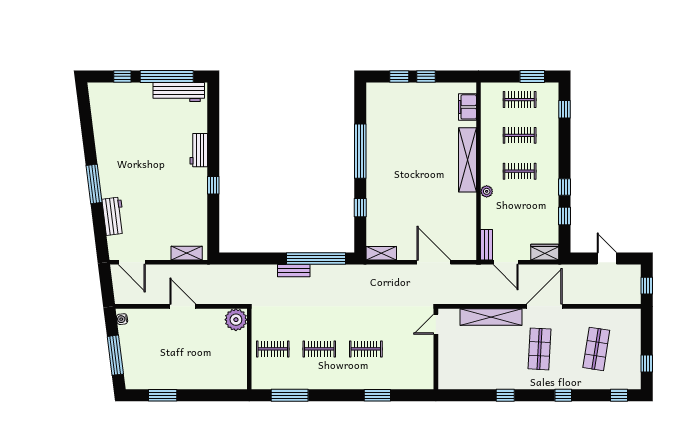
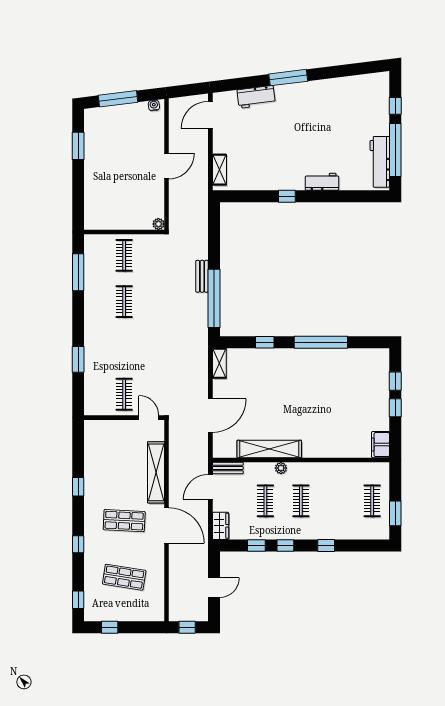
filing cabinet: (467, 107) -> (381, 445), moved, turned -90
window: (564, 109) -> (326, 545), moved
clothes rail: (520, 135) -> (265, 501), moved
shelving: (467, 160) -> (269, 449), moved
plant: (236, 320) -> (158, 224), width x0.53, depth x0.53
clothes rail: (366, 349) -> (124, 394), moved

